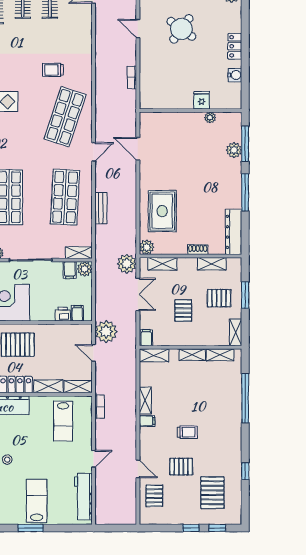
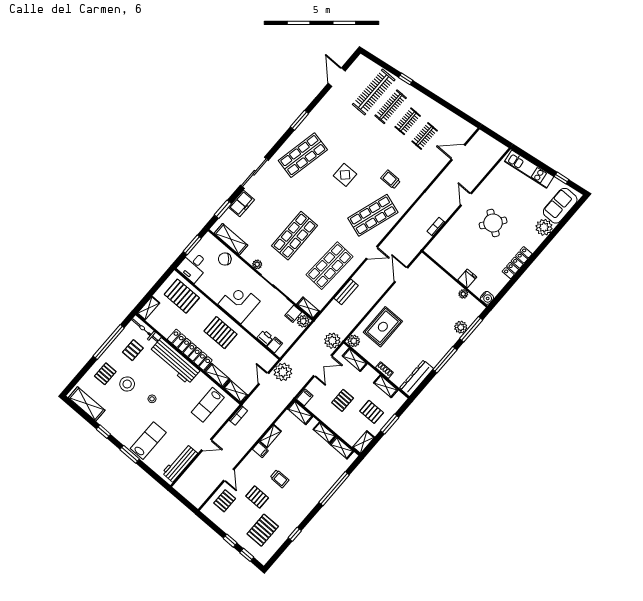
locker: (235, 46) -> (517, 263), width x1.53
water cooler: (235, 75) -> (487, 298), moved

